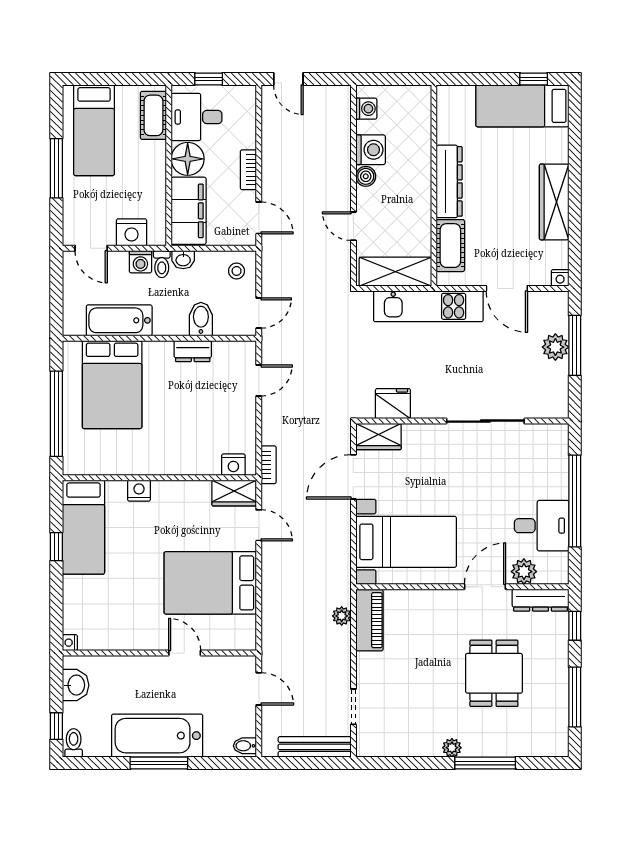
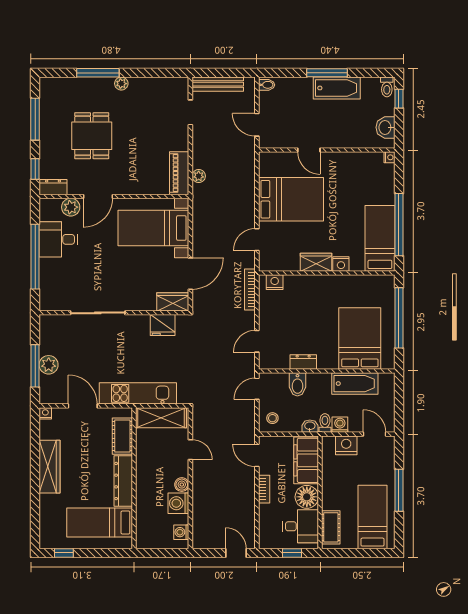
bed: (522, 106) -> (100, 522), moved, turned 180
bookcase: (269, 465) -> (250, 290), width x1.56
wardrobe: (234, 493) -> (316, 262), moved
door: (259, 525) -> (257, 240), hinge flipped
window: (56, 547) -> (399, 225), width x3.17
dresser: (541, 600) -> (53, 187), width x0.70
bathtub: (157, 736) -> (337, 88), width x0.73, depth x0.73

